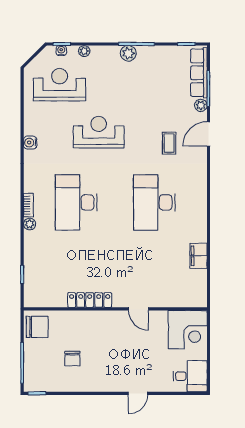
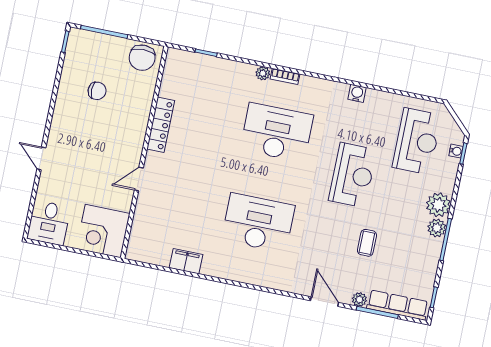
plant: (84, 51) -> (438, 205), moved, width x1.88, depth x1.88
coffee table: (169, 143) -> (367, 243), moved, turned 90
chair: (72, 359) -> (97, 91), turned 180

